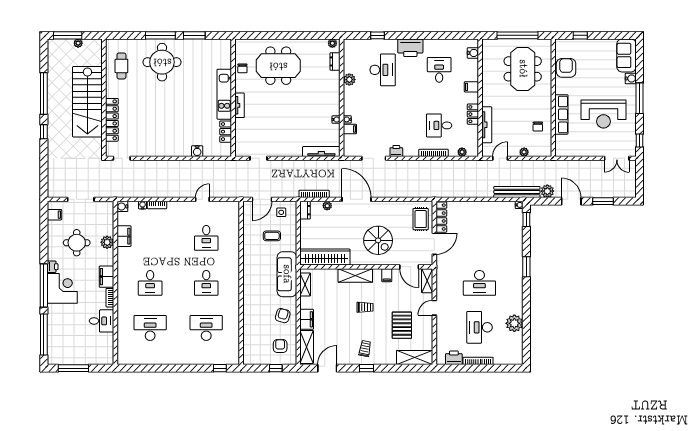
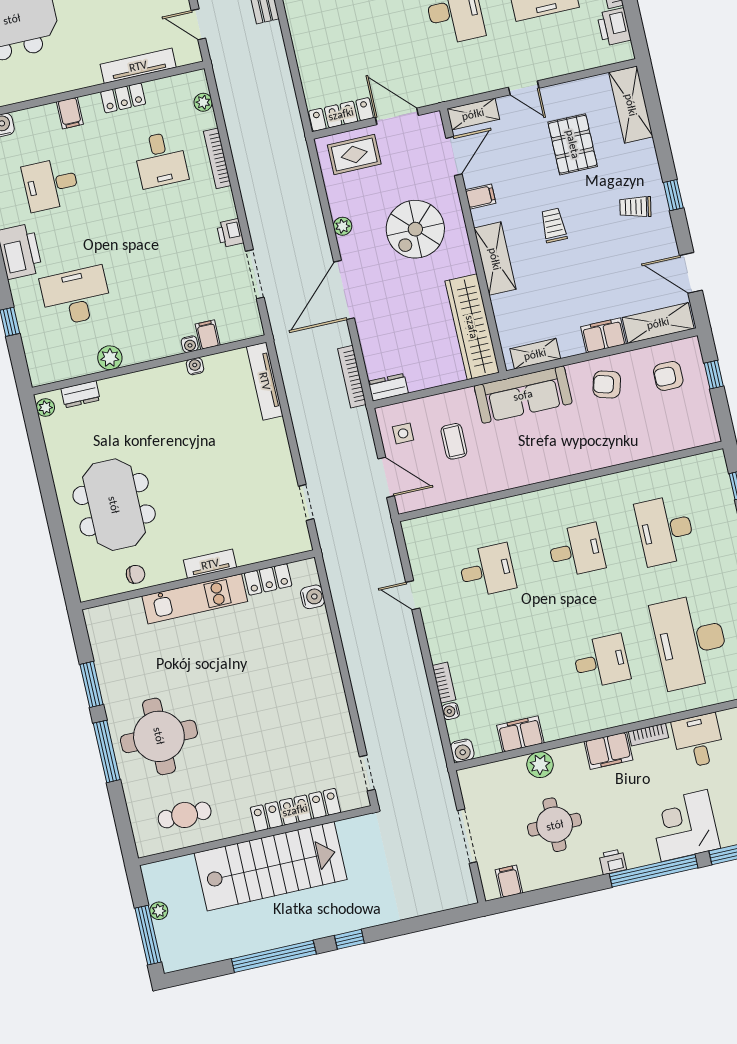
water cooler: (197, 151) -> (313, 597), moved
plant: (327, 206) -> (343, 226), moved
spiral stairs: (378, 240) -> (415, 229), turned 180
corner desk: (62, 288) -> (684, 826), moved
pallet: (402, 325) -> (573, 144), turned 90
desk: (150, 328) -> (690, 641), width x1.36, depth x1.30

